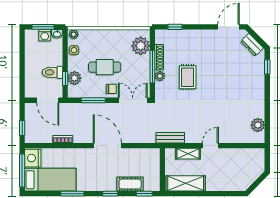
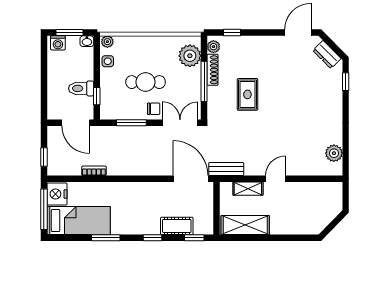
washing machine: (45, 35) -> (58, 43), moved
plant: (160, 76) -> (213, 47), moved
plant: (74, 78) -> (108, 95), removed
door: (107, 146) -> (191, 179), moved

